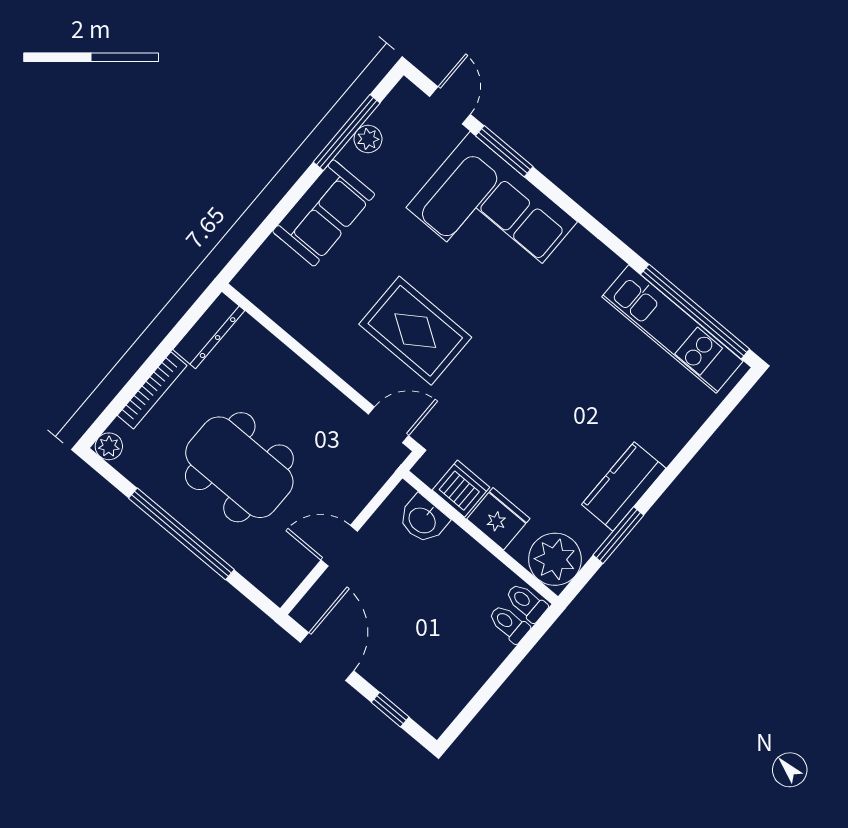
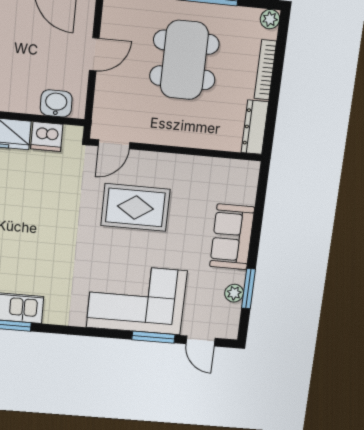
window: (347, 133) -> (249, 289), width x0.69
dining table: (239, 467) -> (184, 60), turned 90

